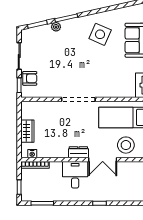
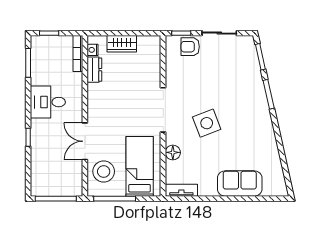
plant: (56, 27) -> (257, 81), removed
side table: (100, 34) -> (207, 123), moved, turned 45
armchair: (30, 78) -> (190, 47), turned 90
floor lamp: (111, 92) -> (173, 152), added
dresser: (78, 152) -> (94, 70), moved
desk: (75, 175) -> (48, 102), moved, turned 180

